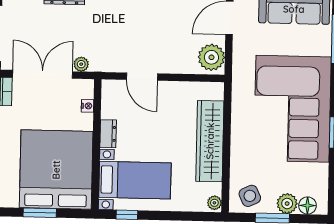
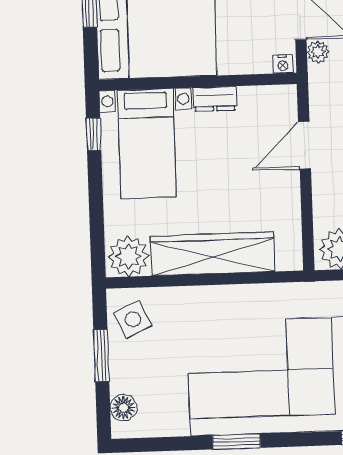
nightstand: (87, 106) -> (283, 64), moved
plant: (214, 203) -> (128, 256), width x1.88, depth x1.88
plant: (287, 204) -> (125, 377), removed

